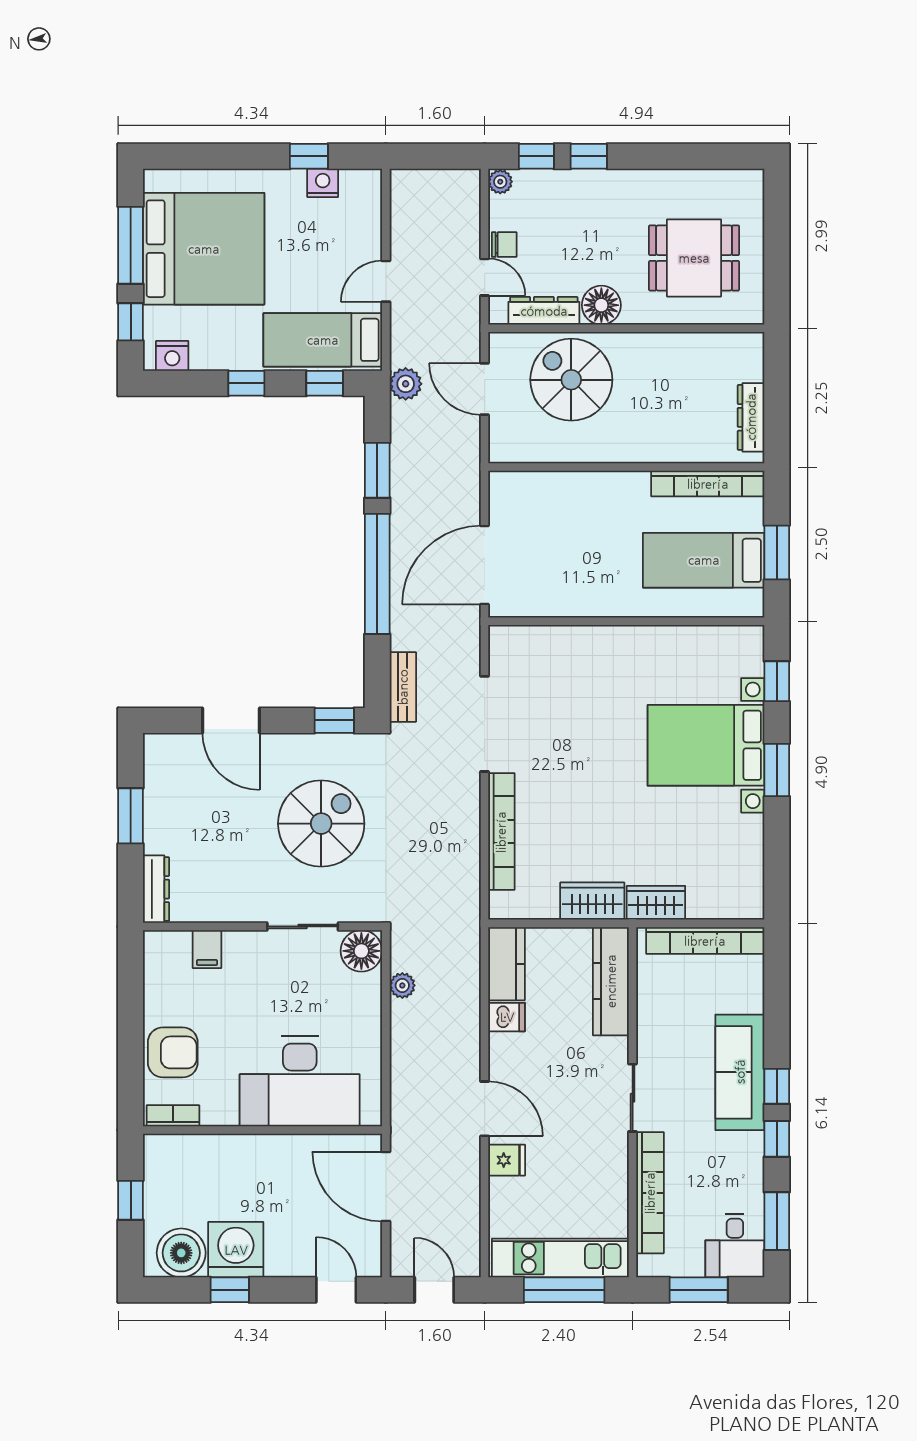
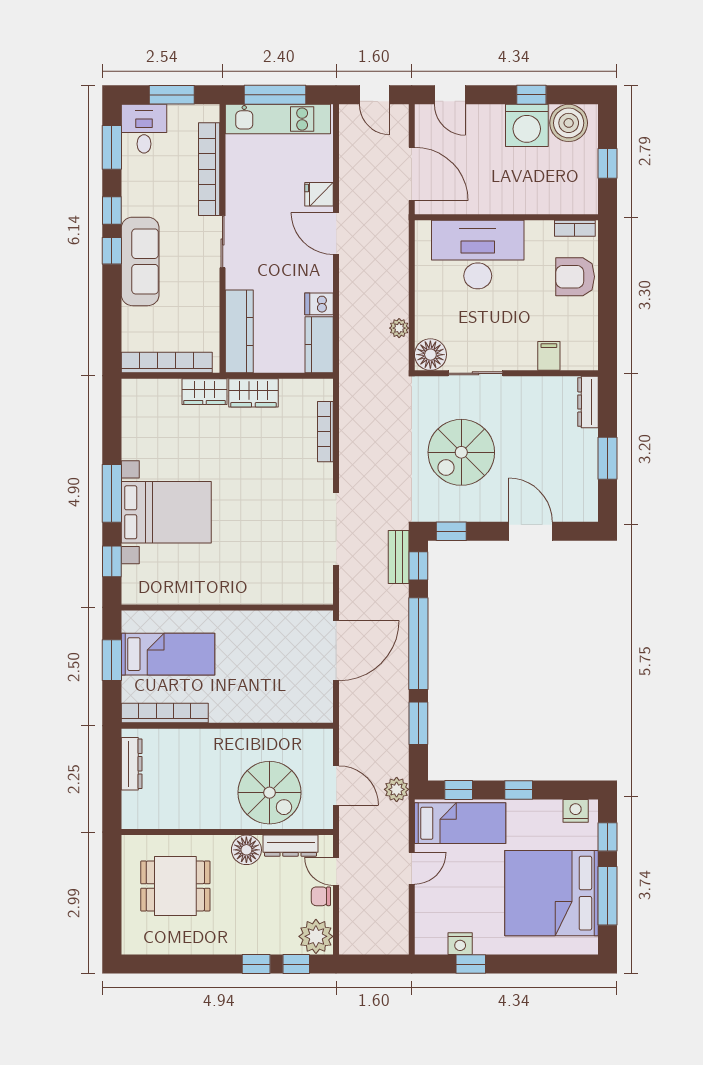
plant: (500, 182) -> (316, 936), width x1.88, depth x1.88
window: (377, 675) -> (418, 566), added
window: (777, 770) -> (112, 493), width x1.44
bookcase: (501, 832) -> (325, 432), width x0.68, depth x0.76

